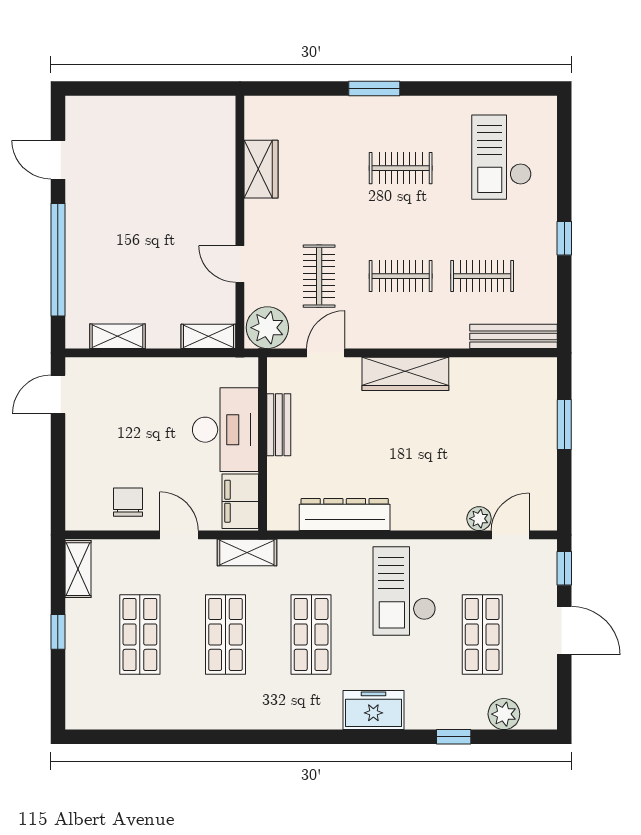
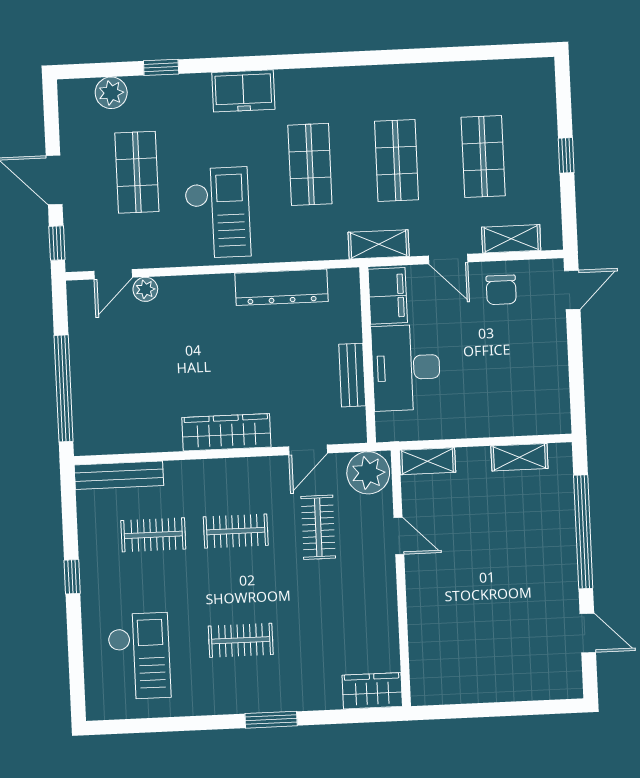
wardrobe: (261, 169) -> (372, 691), moved, turned 90
door: (58, 394) -> (572, 290), moved
window: (564, 425) -> (64, 388), width x2.11
shelving: (78, 569) -> (511, 239), moved, turned 90

